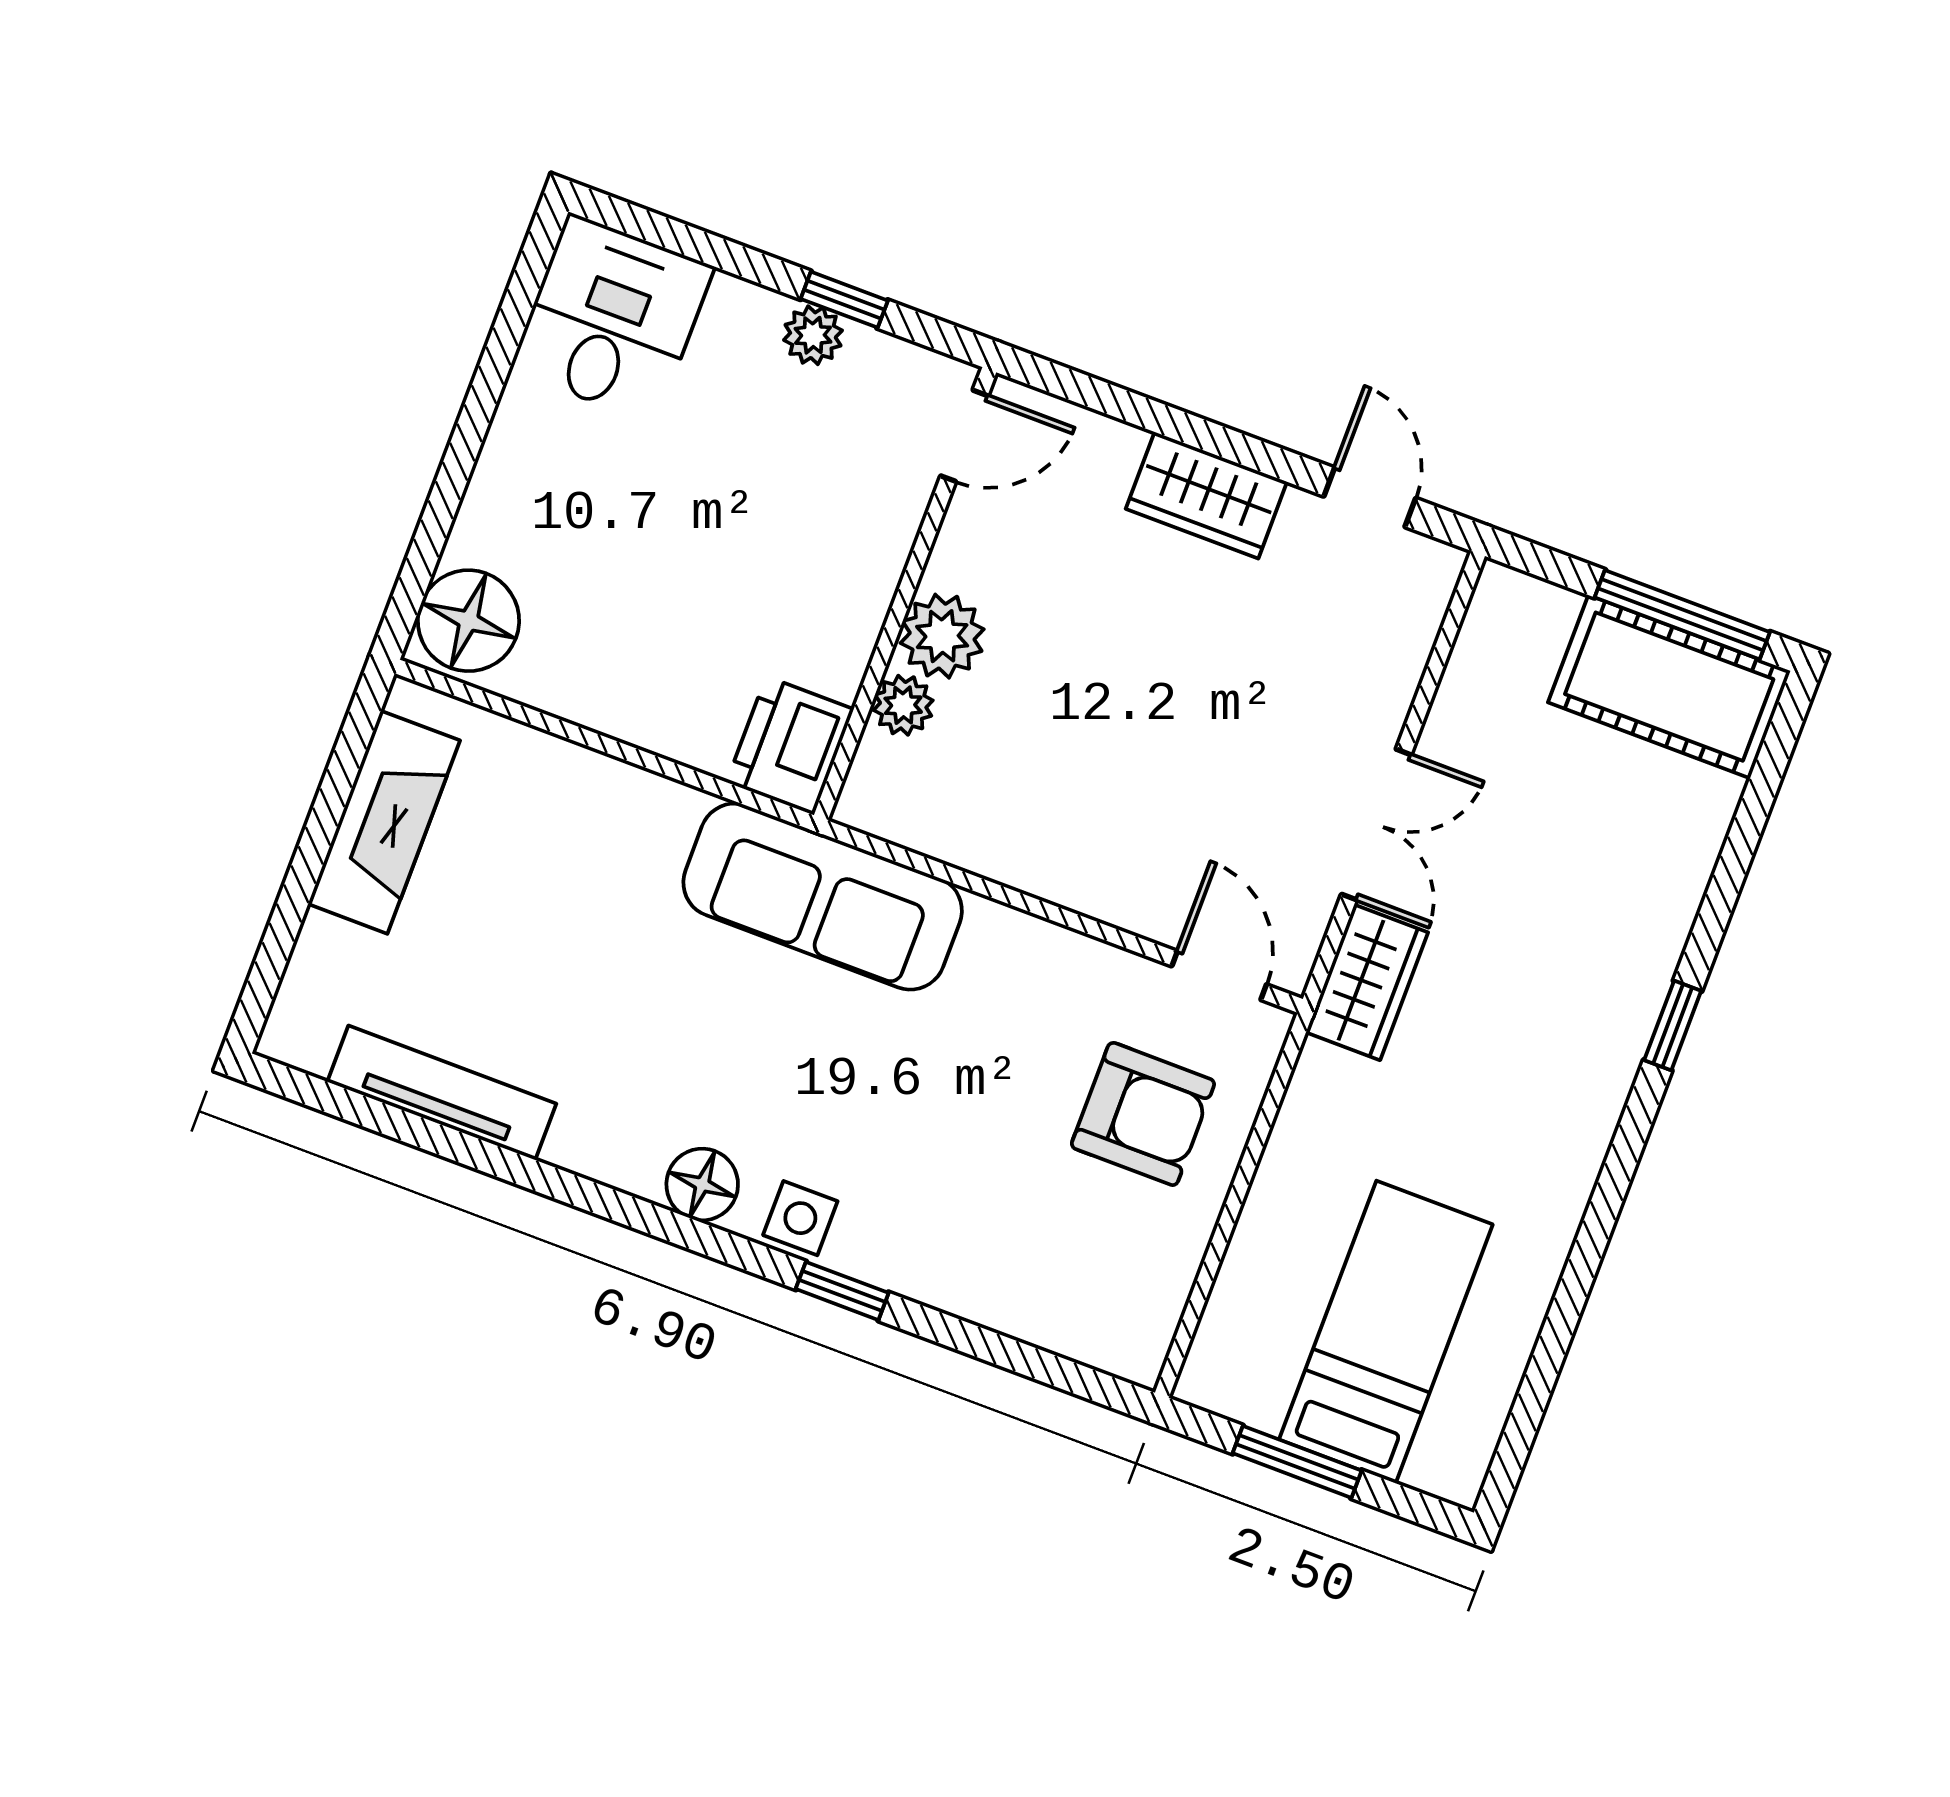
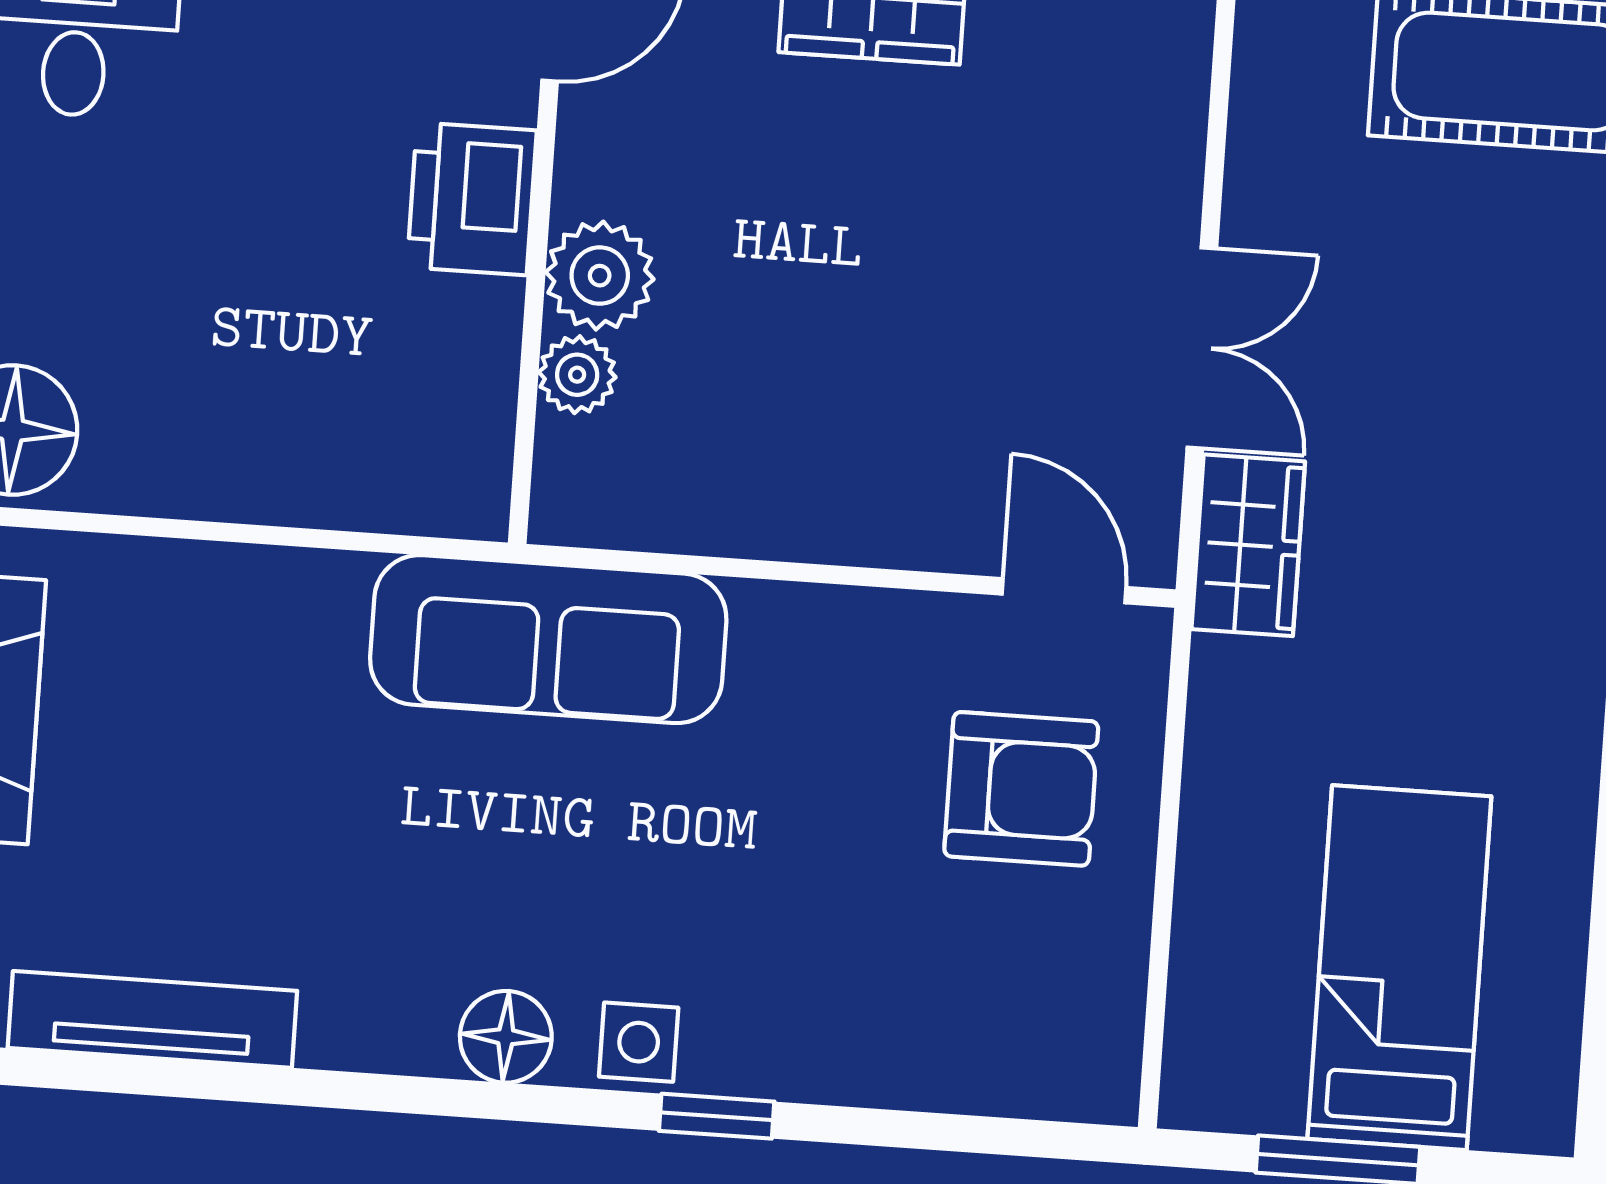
printer: (790, 746) -> (472, 199), moved

